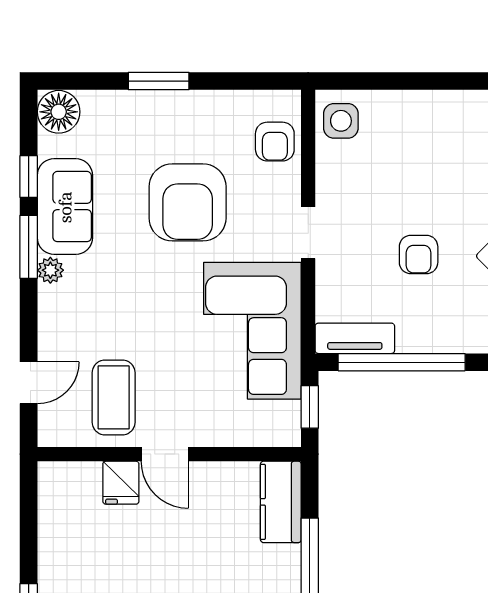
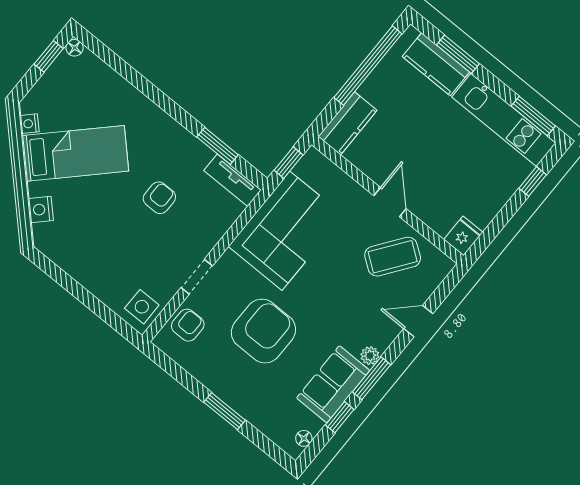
floor lamp: (59, 112) -> (304, 438), width x0.53, depth x0.53
doorway: (308, 233) -> (197, 277), moved
window: (402, 362) -> (217, 146), width x0.47
door: (29, 383) -> (418, 321), moved
coffee table: (114, 397) -> (393, 257), turned 36
fridge: (121, 483) -> (463, 236), moved

